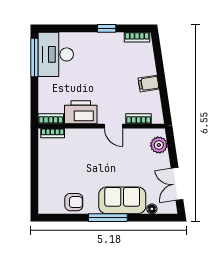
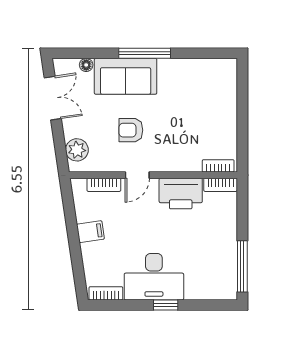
window: (107, 28) -> (166, 305), moved
desk: (56, 54) -> (154, 277), moved, turned 90
door: (113, 126) -> (137, 175), swing flipped
armchair: (74, 202) -> (131, 130), moved

